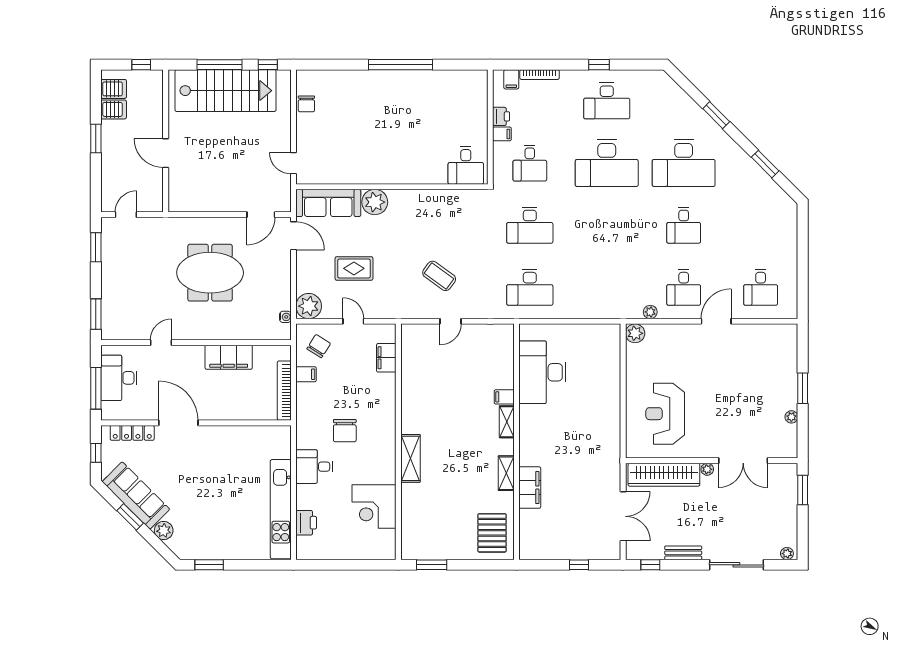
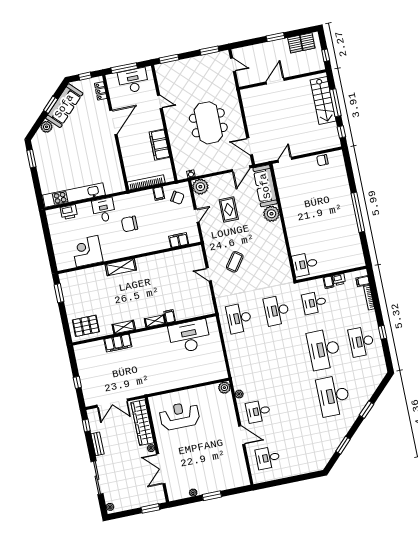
stairs: (226, 91) -> (323, 101), width x0.73, depth x0.66
desk: (684, 225) -> (296, 404), removed
locker: (132, 433) -> (101, 91), width x0.66

